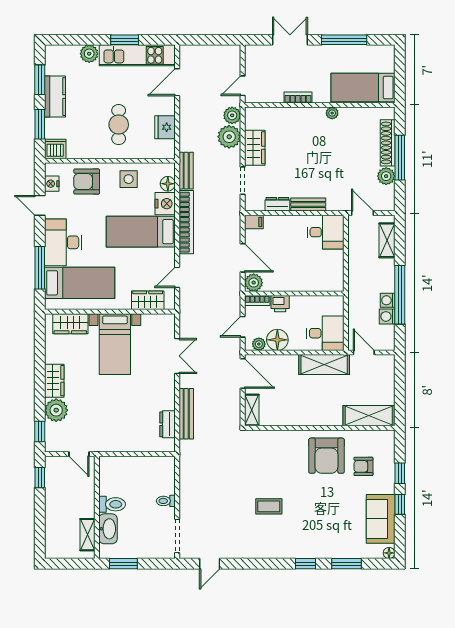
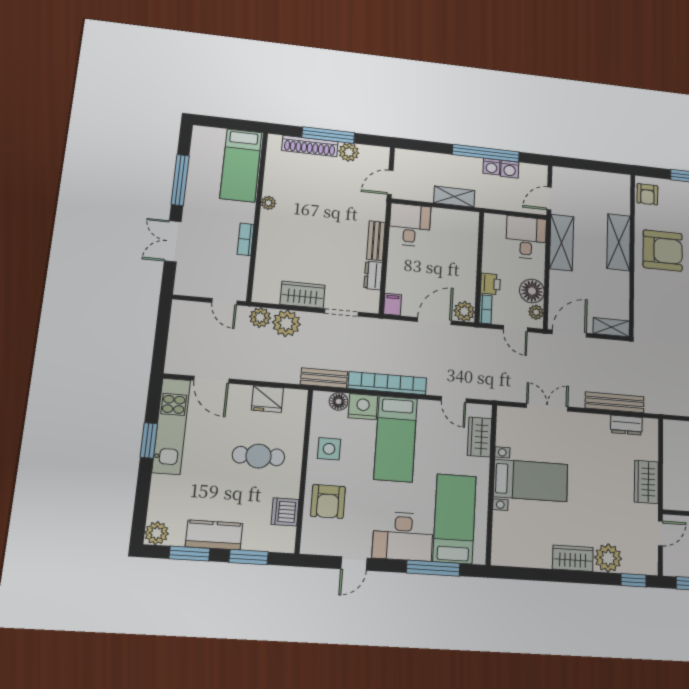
plant: (89, 54) -> (157, 533), moved
dishwasher: (55, 149) -> (285, 512), moved
nightstand: (52, 184) -> (327, 546), removed
shelving: (387, 240) -> (454, 197), moved
wardrobe: (70, 324) -> (646, 482), moved, turned 180
shelving: (369, 416) -> (619, 242), moved
armchair: (363, 466) -> (647, 194), moved

